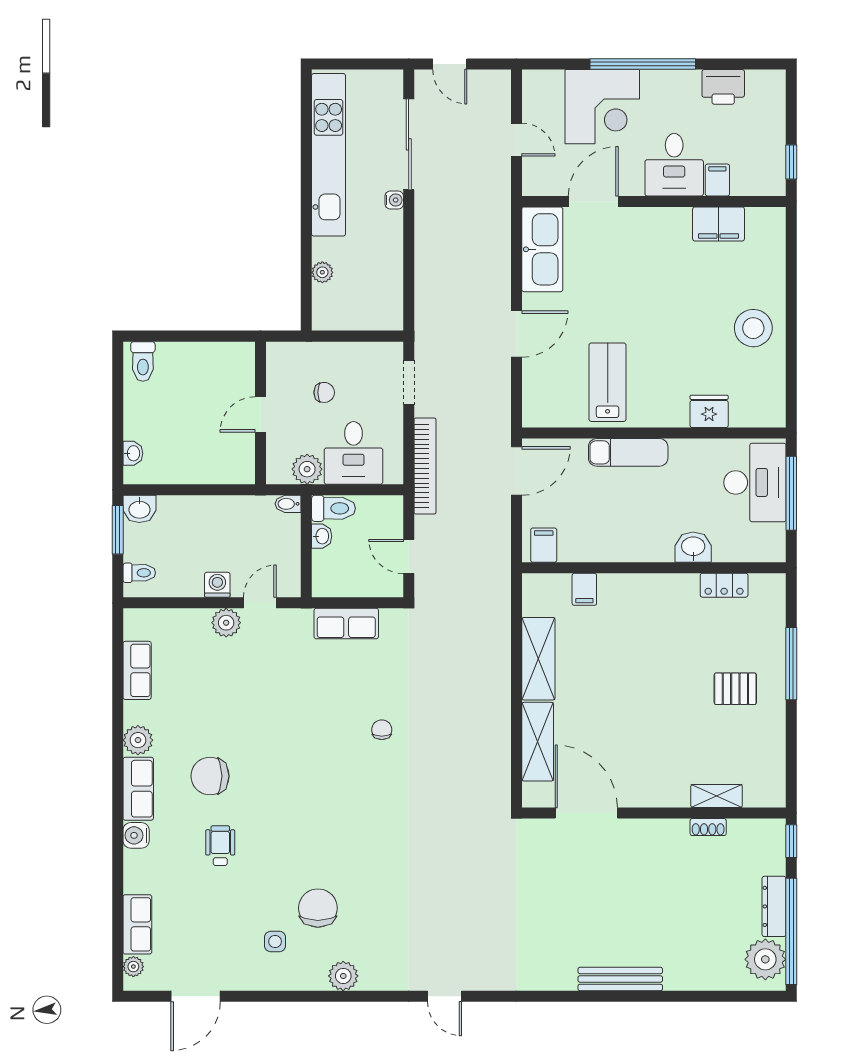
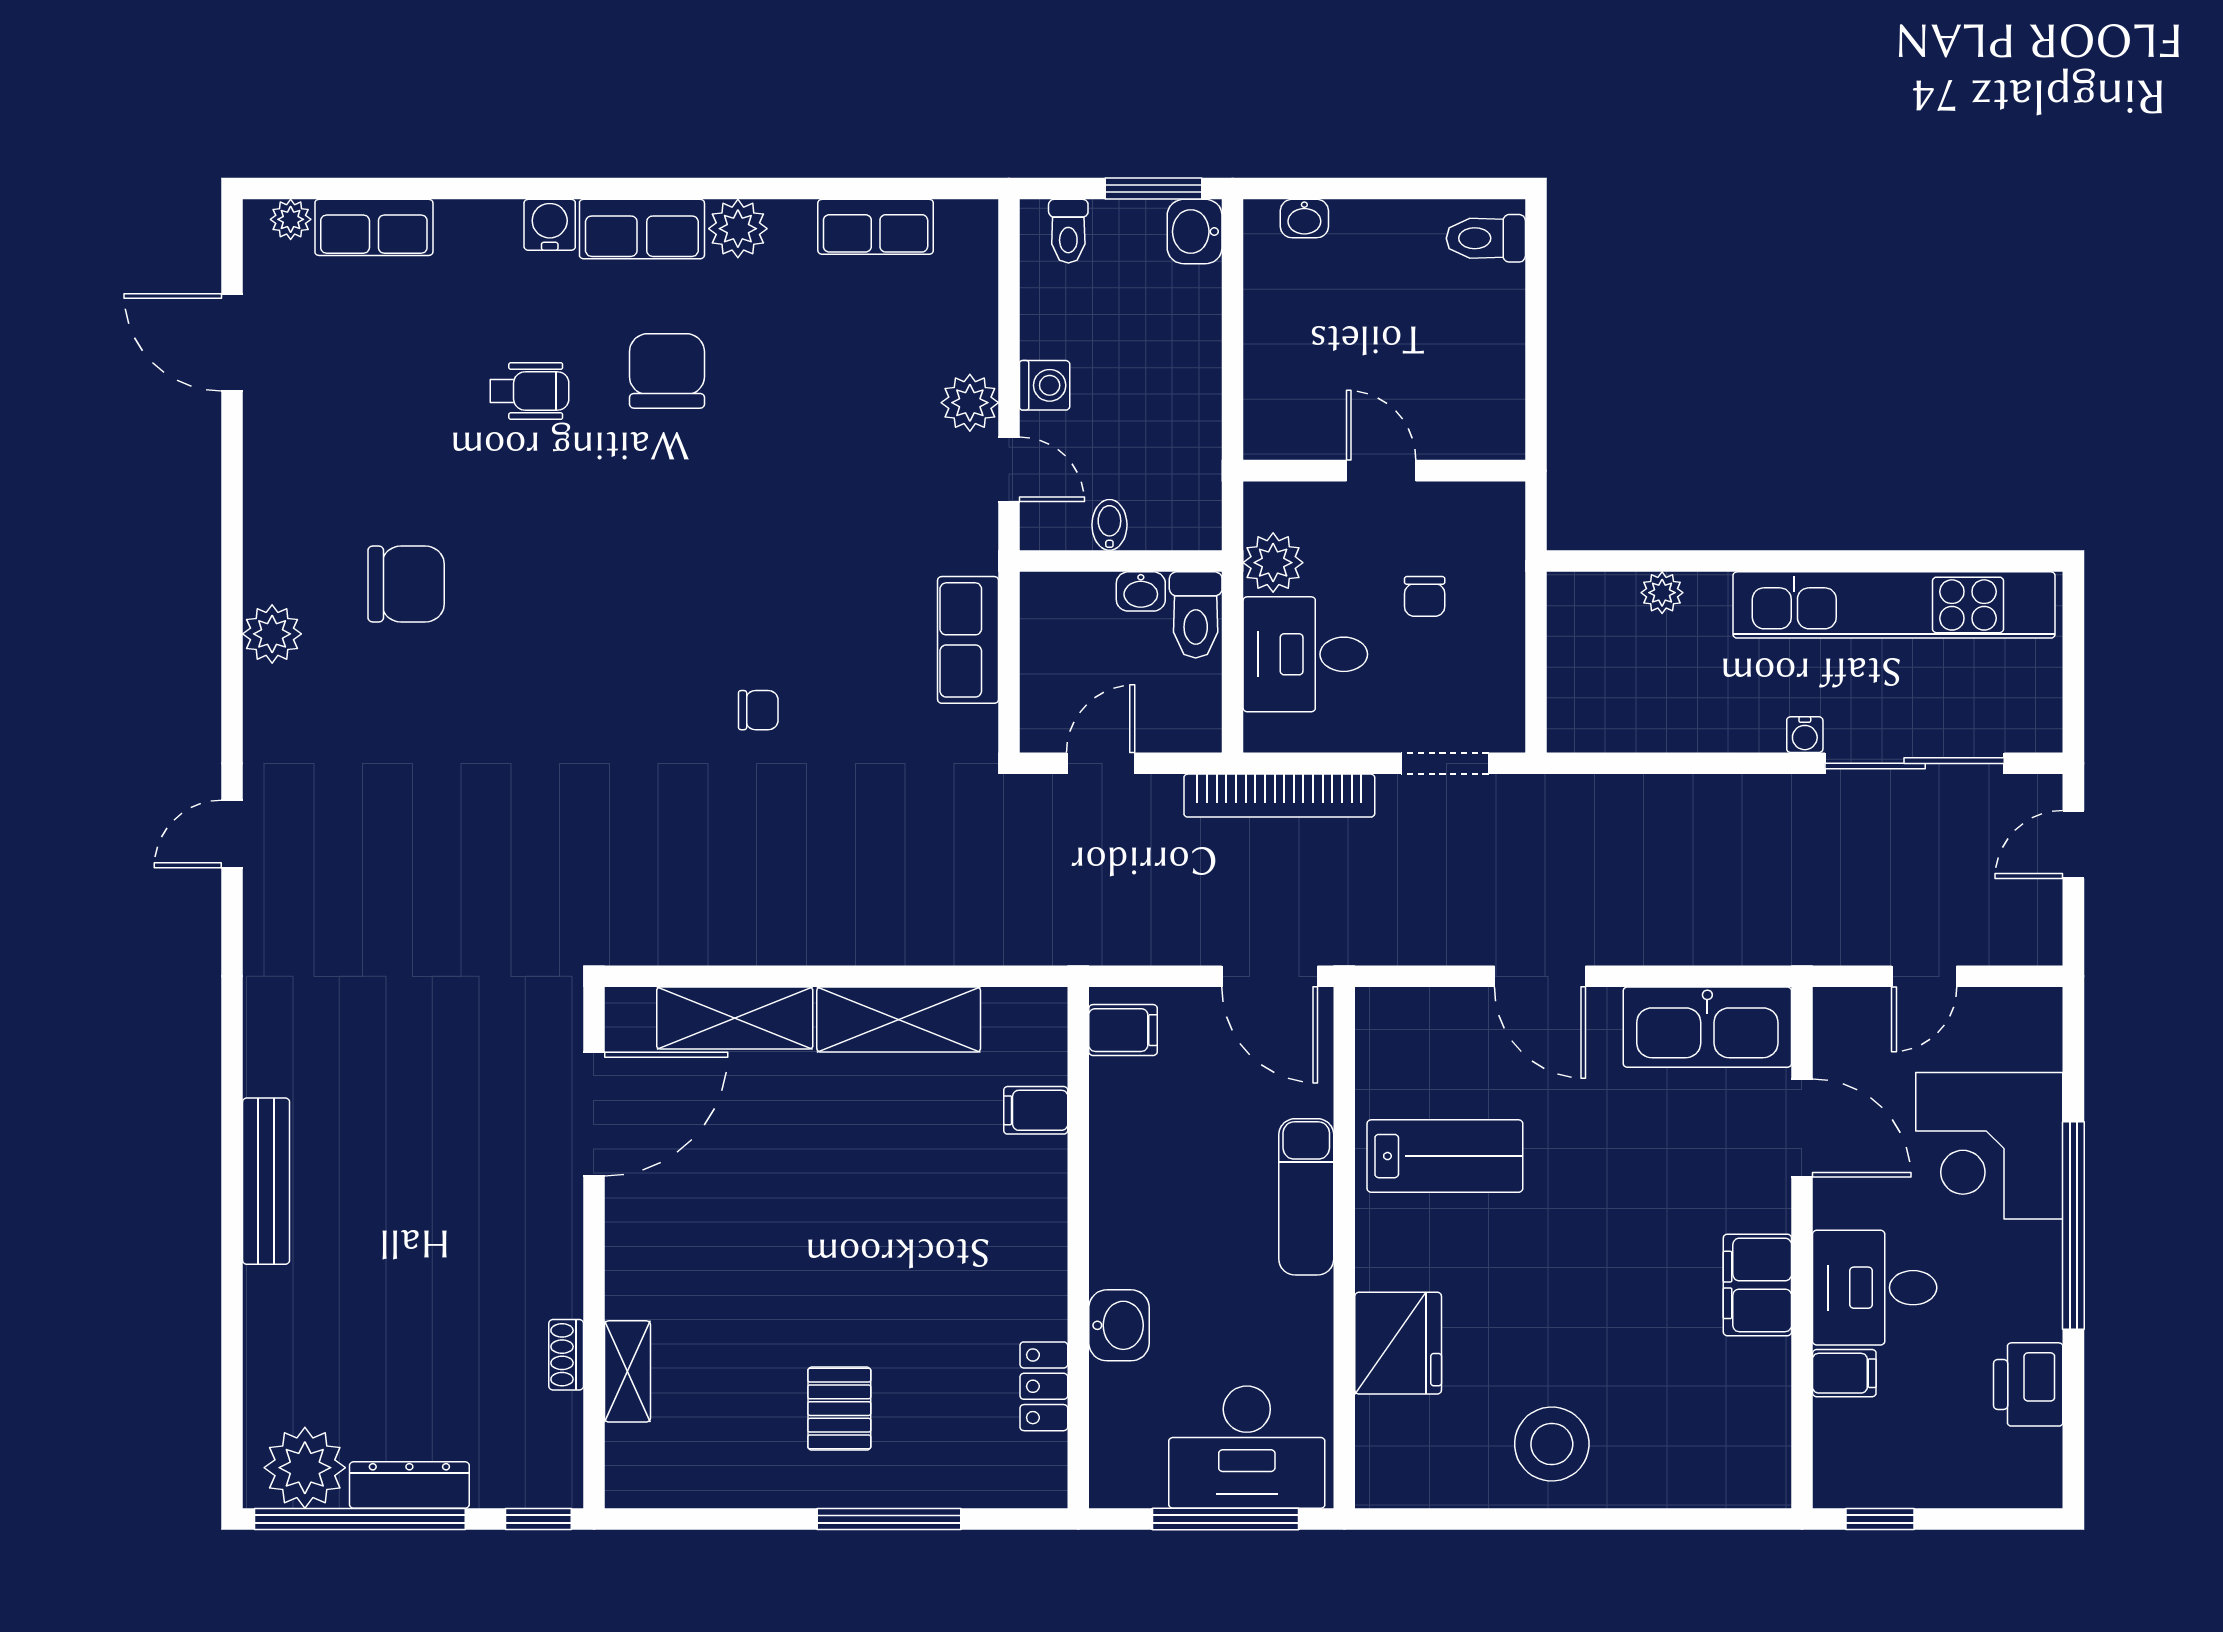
filing cabinet: (718, 224) -> (1757, 1285), moved
fridge: (709, 411) -> (1398, 1343), width x1.36, depth x1.34
bidet: (288, 504) -> (1109, 525), moved
side table: (275, 942) -> (340, 499), removed

